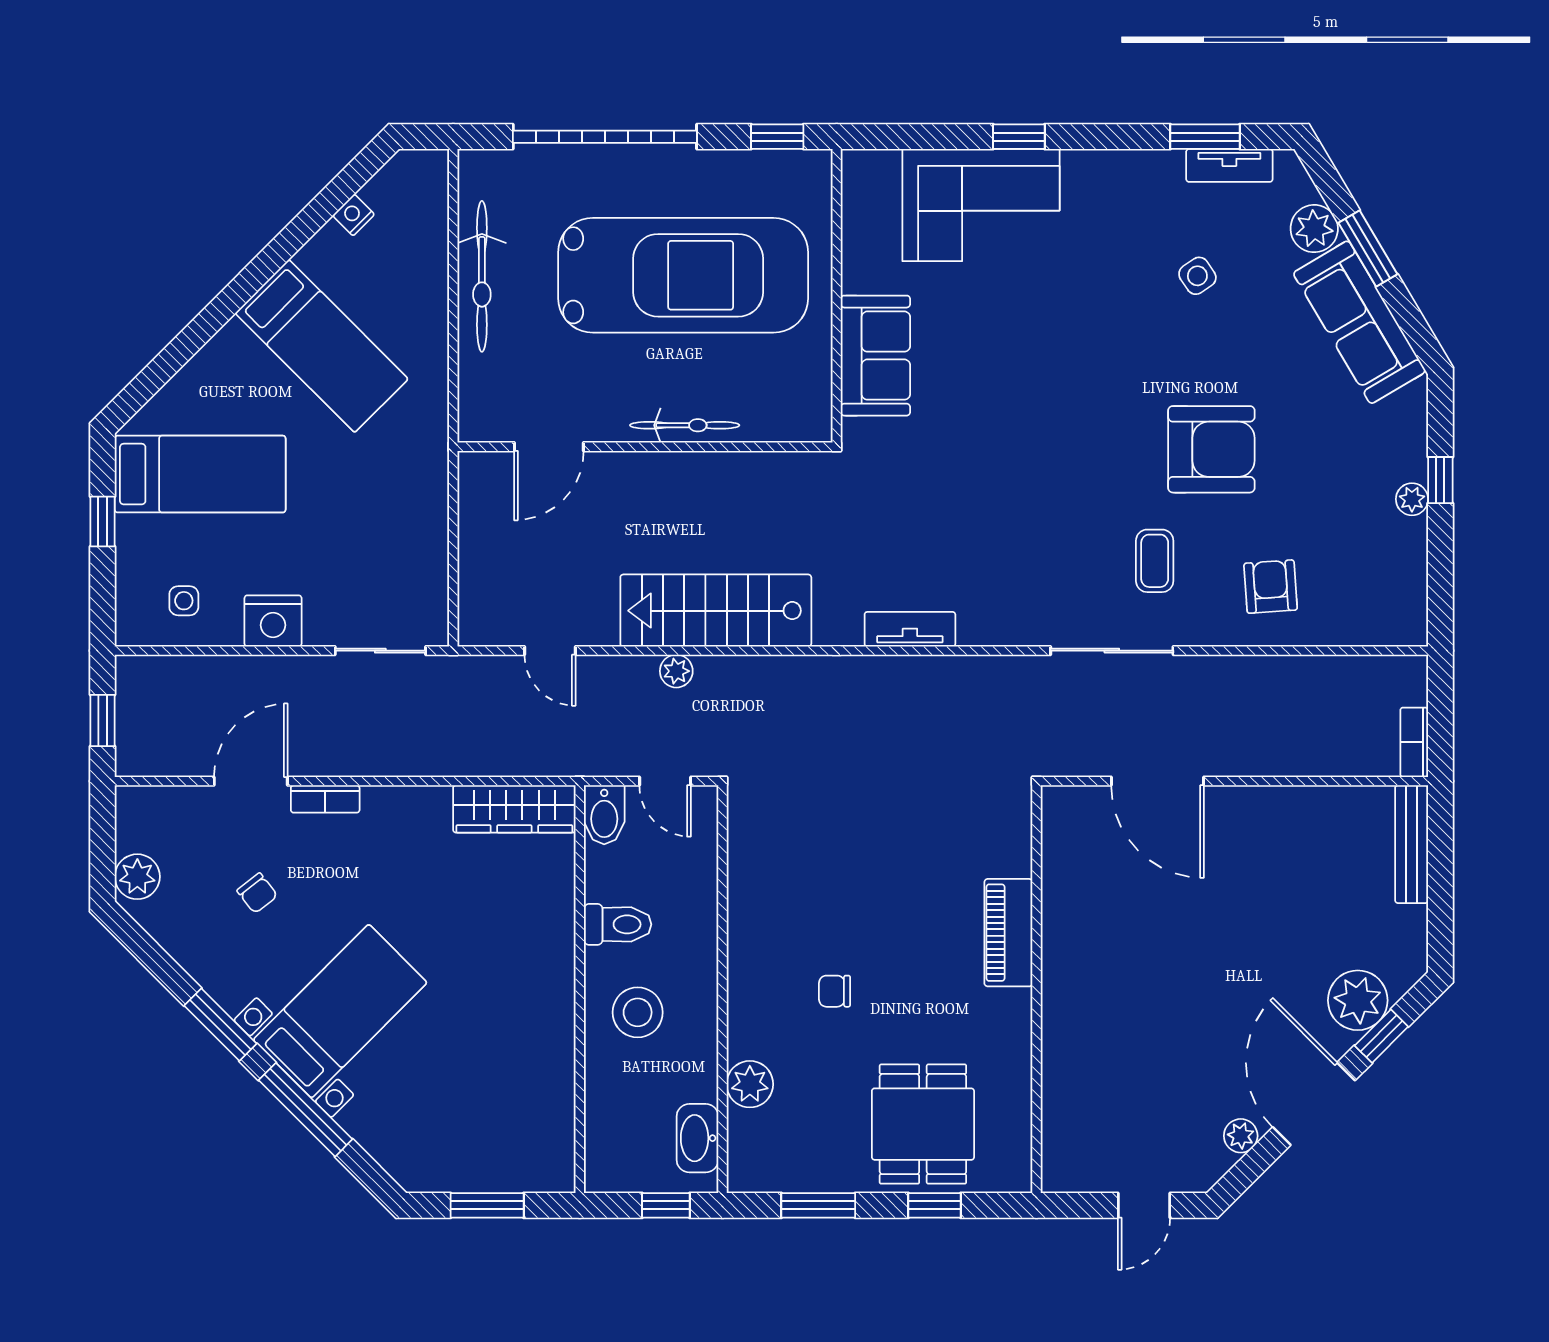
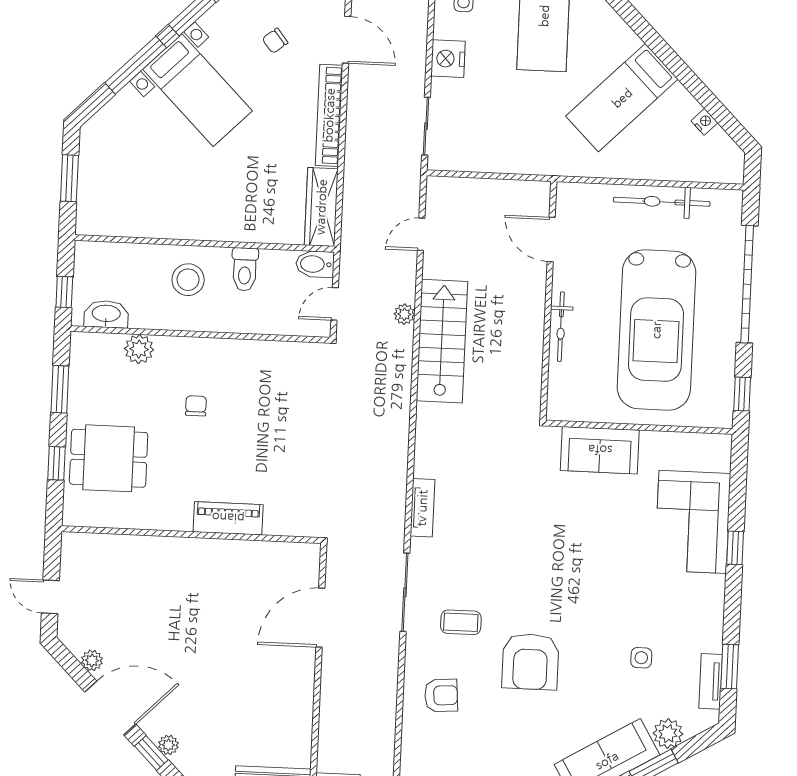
side table: (1197, 276) -> (641, 658), turned 34
tv unit: (910, 629) -> (422, 508), moved
bookcase: (325, 799) -> (329, 115), width x2.31, depth x1.31
plant: (1358, 1000) -> (168, 745), width x0.53, depth x0.53

